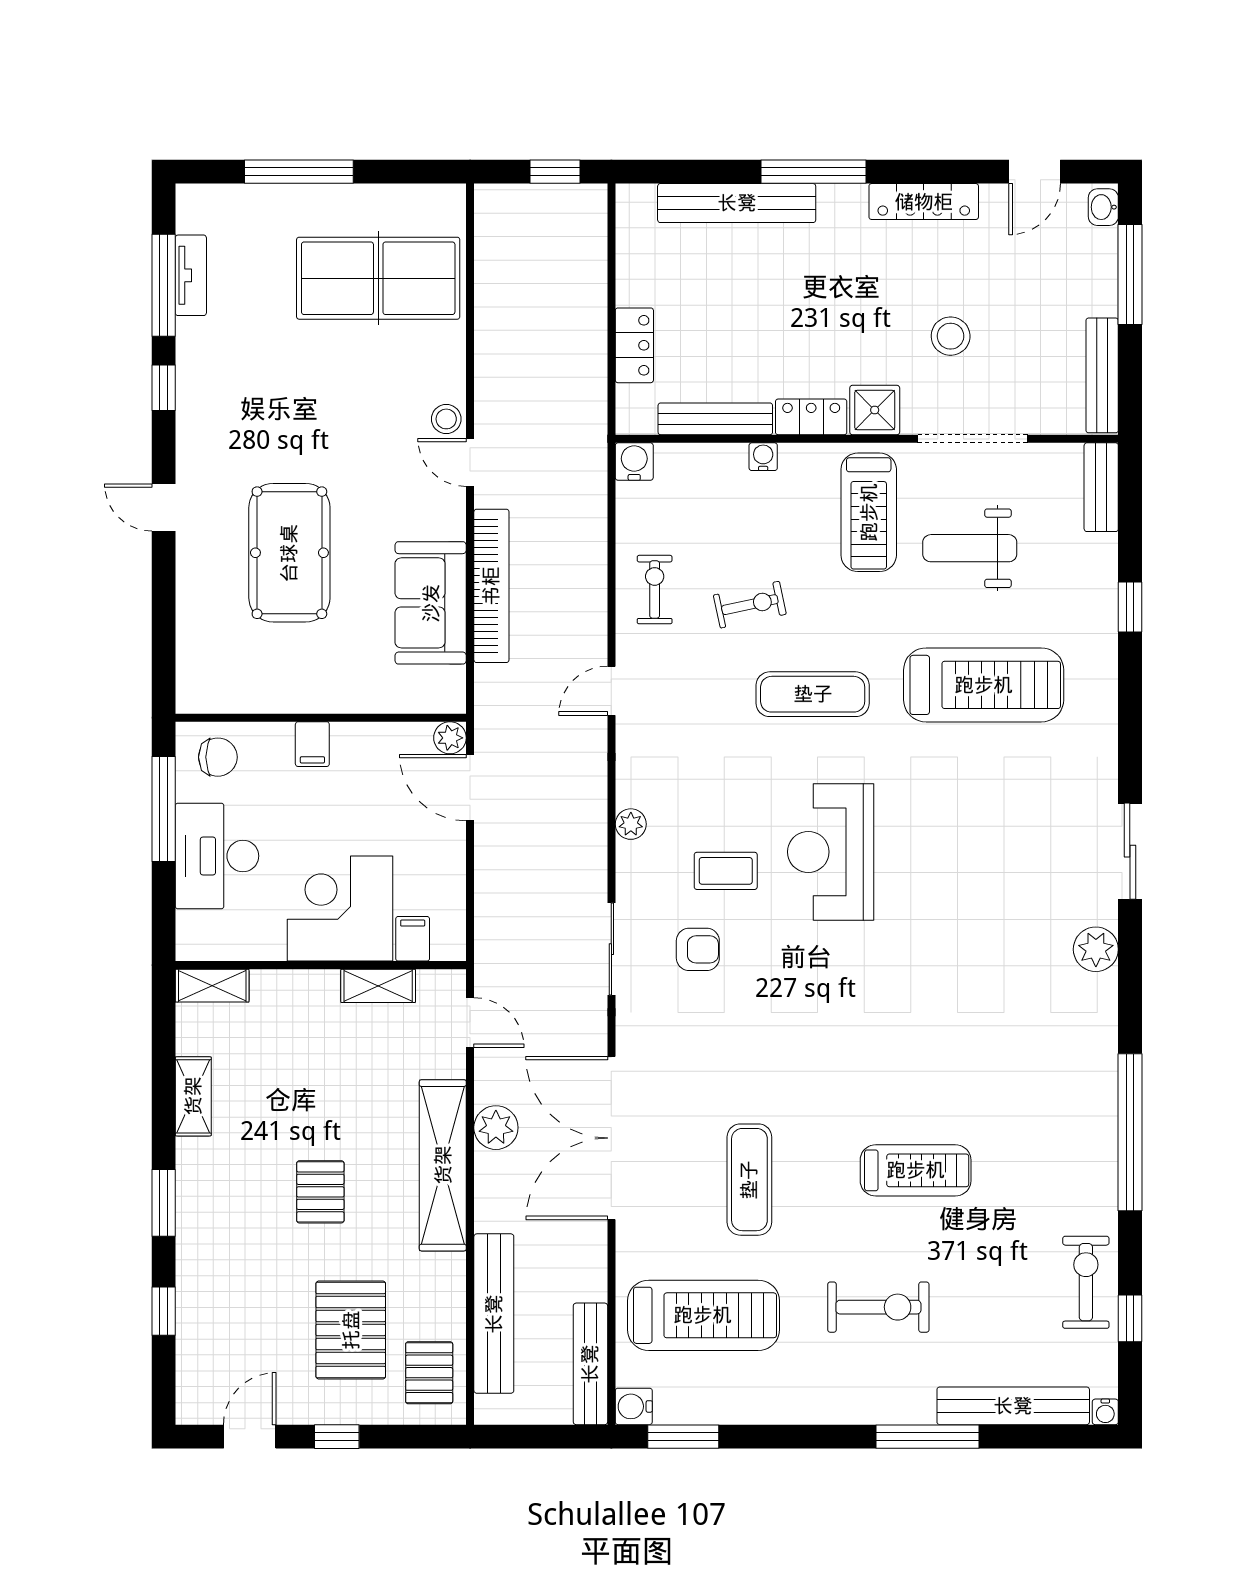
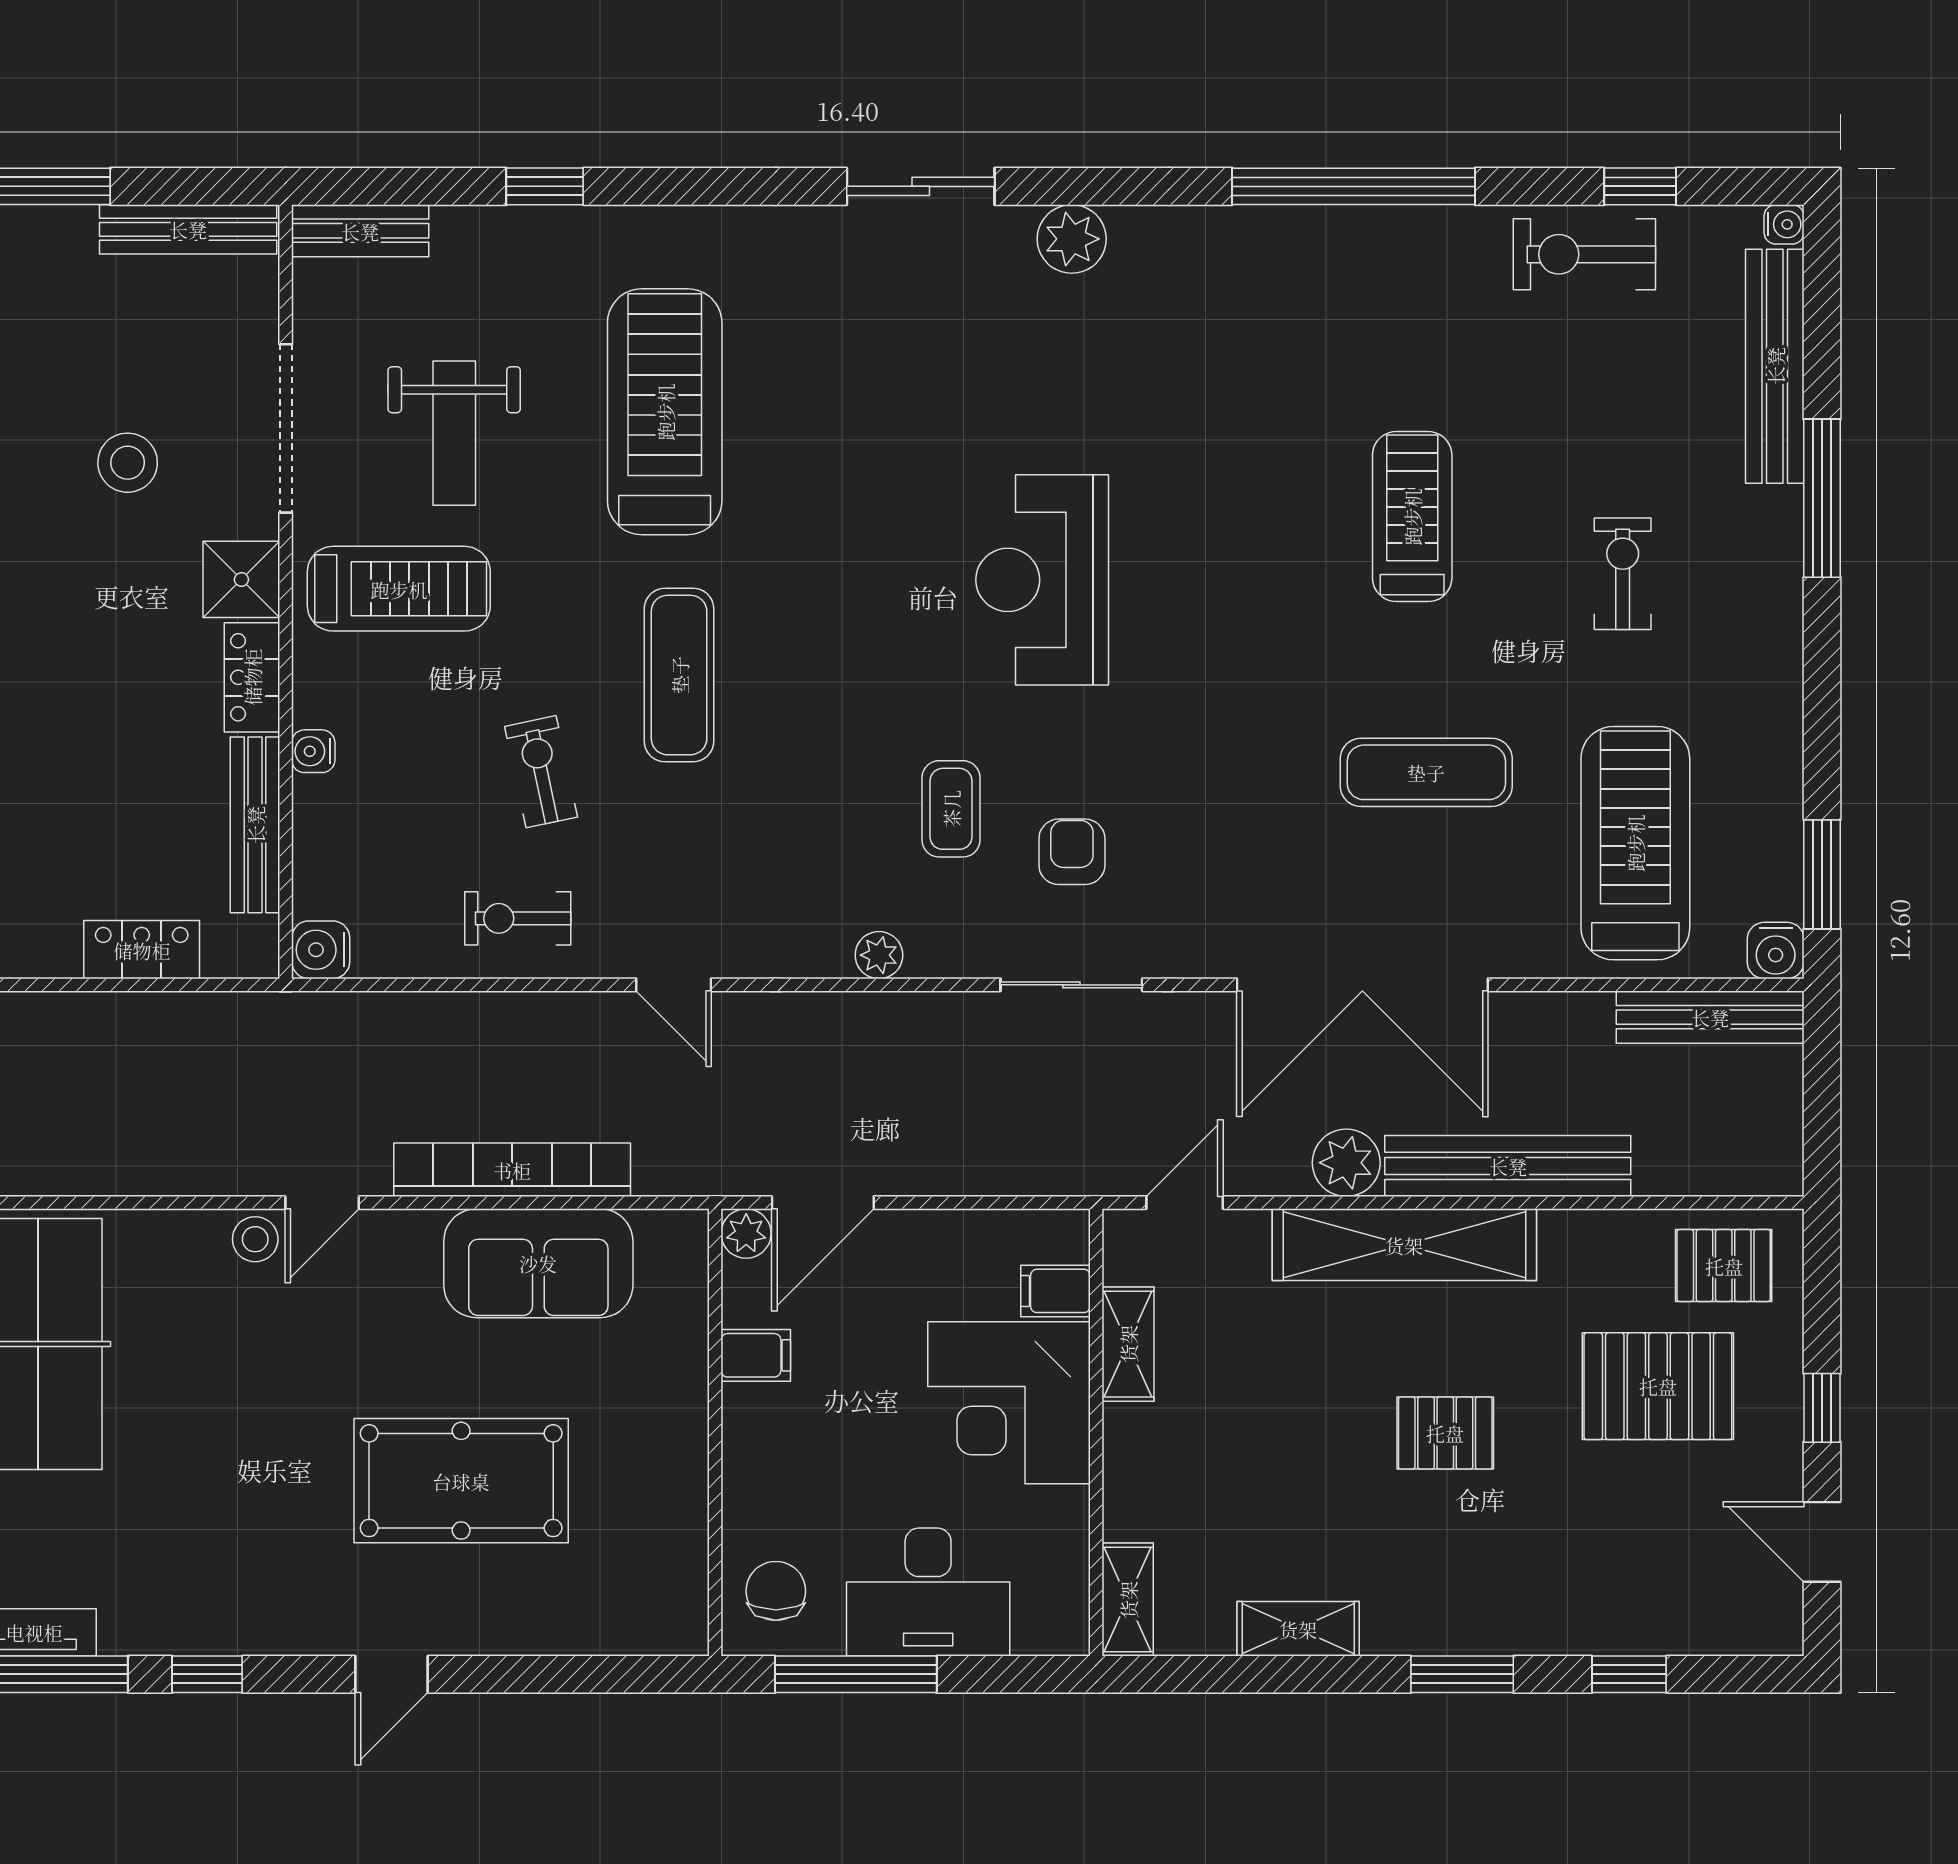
filing cabinet: (312, 744) -> (756, 1355), moved
reception desk: (831, 852) -> (1042, 580), moved, turned 90
exercise bike: (878, 1307) -> (1623, 574), width x0.73, depth x0.72
bench: (494, 1314) -> (1508, 1166), moved

